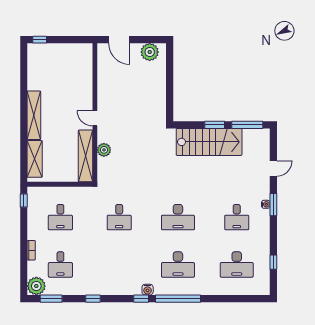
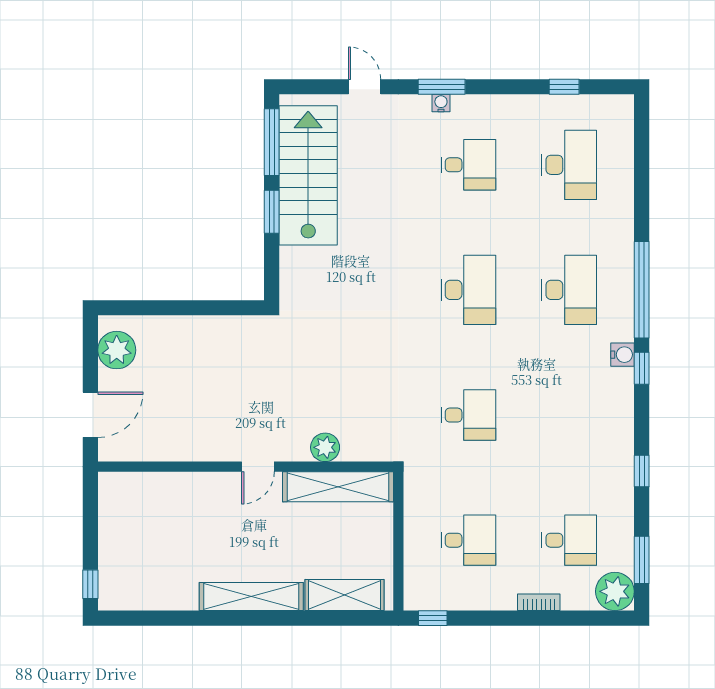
stairs: (209, 142) -> (308, 175), moved

